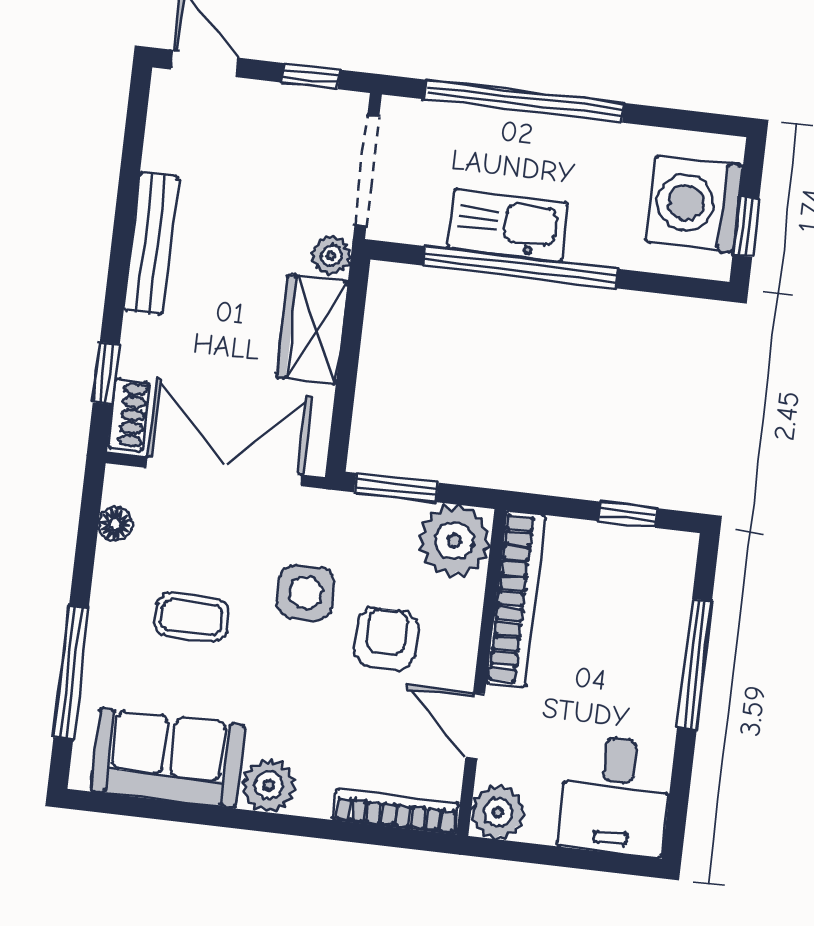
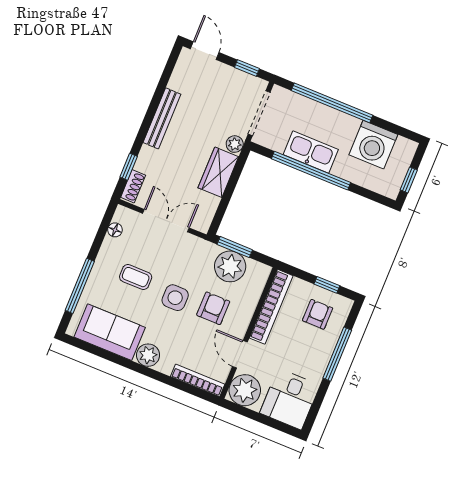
washing machine: (694, 204) -> (373, 145), moved, turned -90
double door: (224, 471) -> (166, 221), width x0.73
plant: (454, 541) -> (230, 266), moved
armchair: (625, 587) -> (318, 314), added
side table: (306, 593) -> (175, 298), moved
plant: (498, 812) -> (245, 390), width x1.36, depth x1.36

